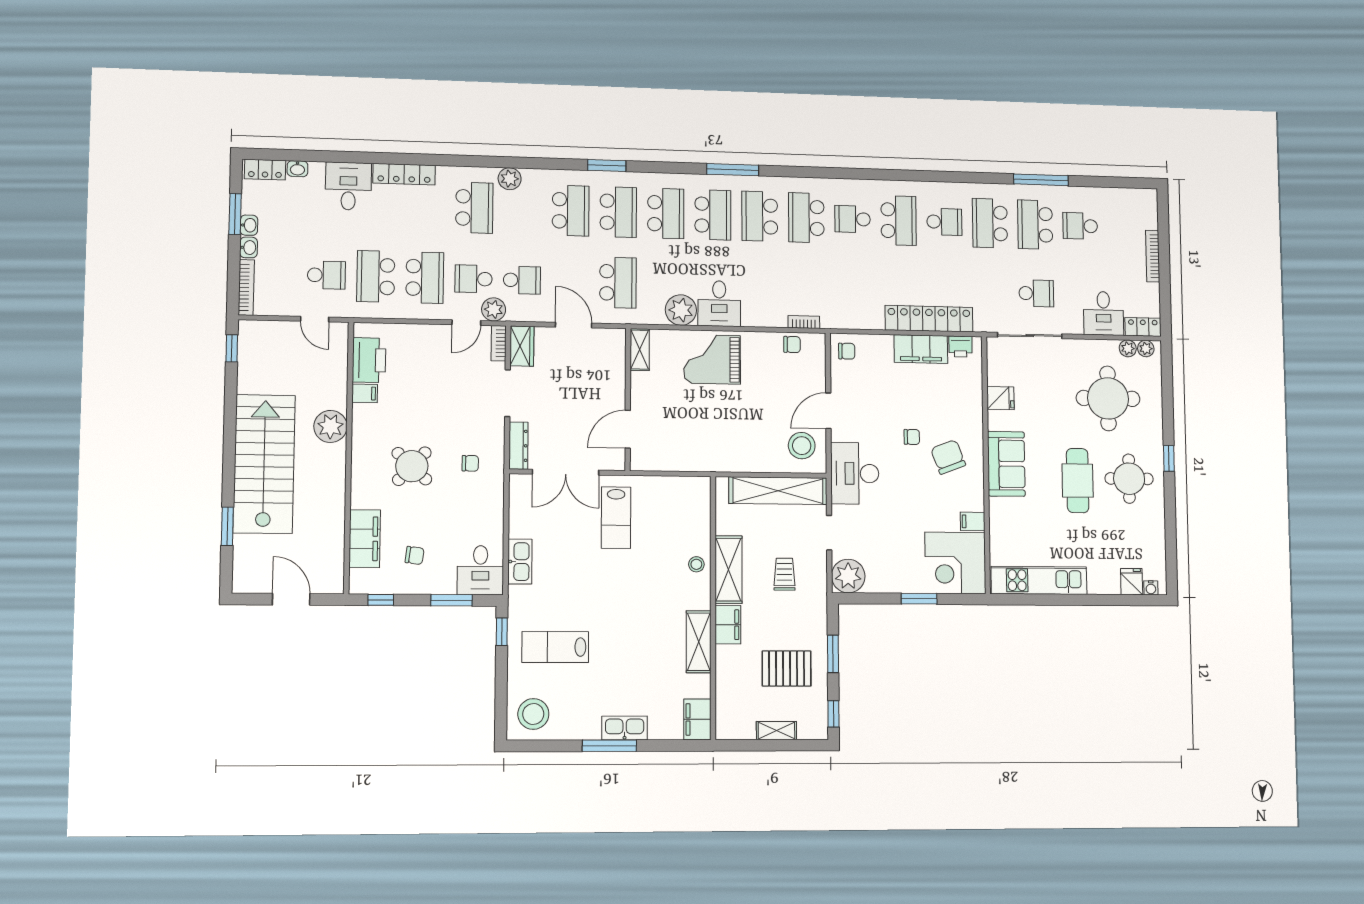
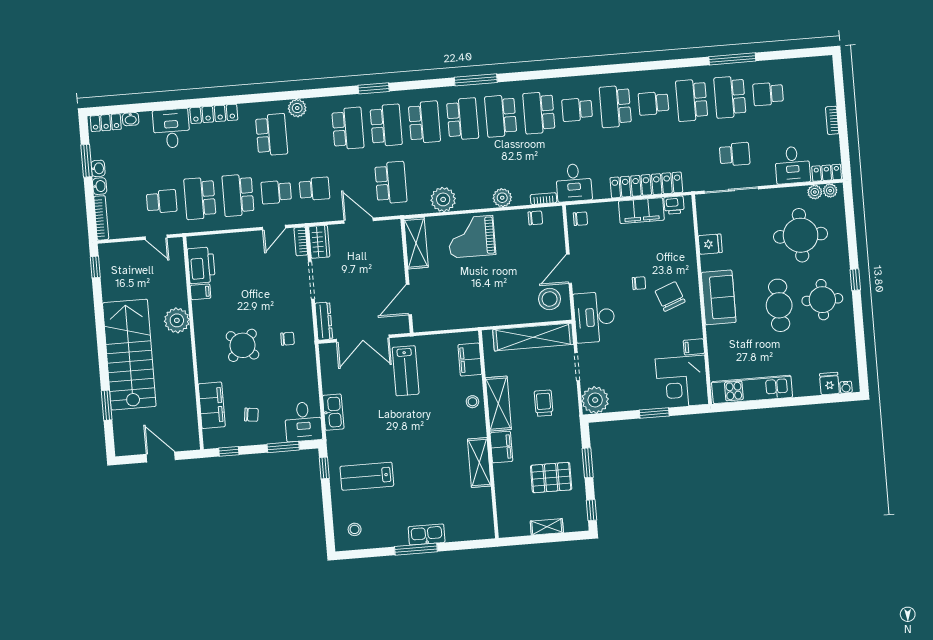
school desk: (899, 220) -> (615, 106), turned 180
school desk: (944, 222) -> (654, 103), turned 180
bookcase: (1153, 256) -> (832, 120), width x0.64
school desk: (425, 278) -> (238, 195), turned 180
desk: (719, 304) -> (574, 183), moved
plant: (494, 309) -> (502, 198), moved
shelving: (640, 350) -> (416, 243), width x1.50, depth x1.33
stool: (533, 714) -> (355, 529), width x0.53, depth x0.53
filing cabinet: (697, 719) -> (470, 360), moved

